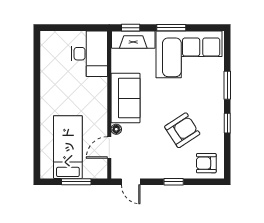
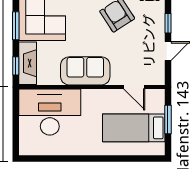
desk: (89, 54) -> (50, 112), width x1.36, depth x1.30
floor lamp: (116, 129) -> (116, 80), removed
door: (131, 182) -> (168, 51), moved

